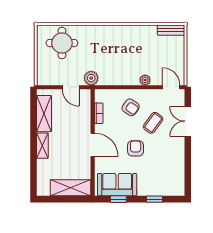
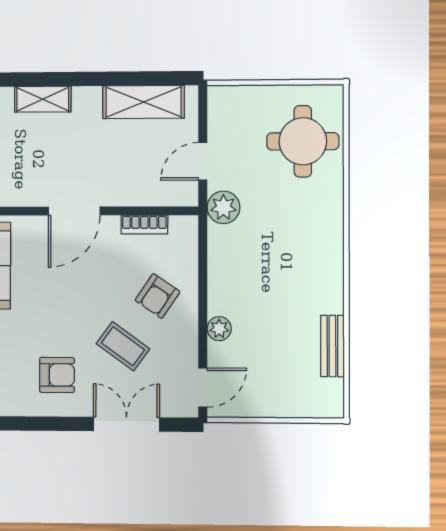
bench: (171, 30) -> (332, 346), moved
shelving: (42, 146) -> (43, 99), moved
armchair: (136, 148) -> (57, 375), moved

